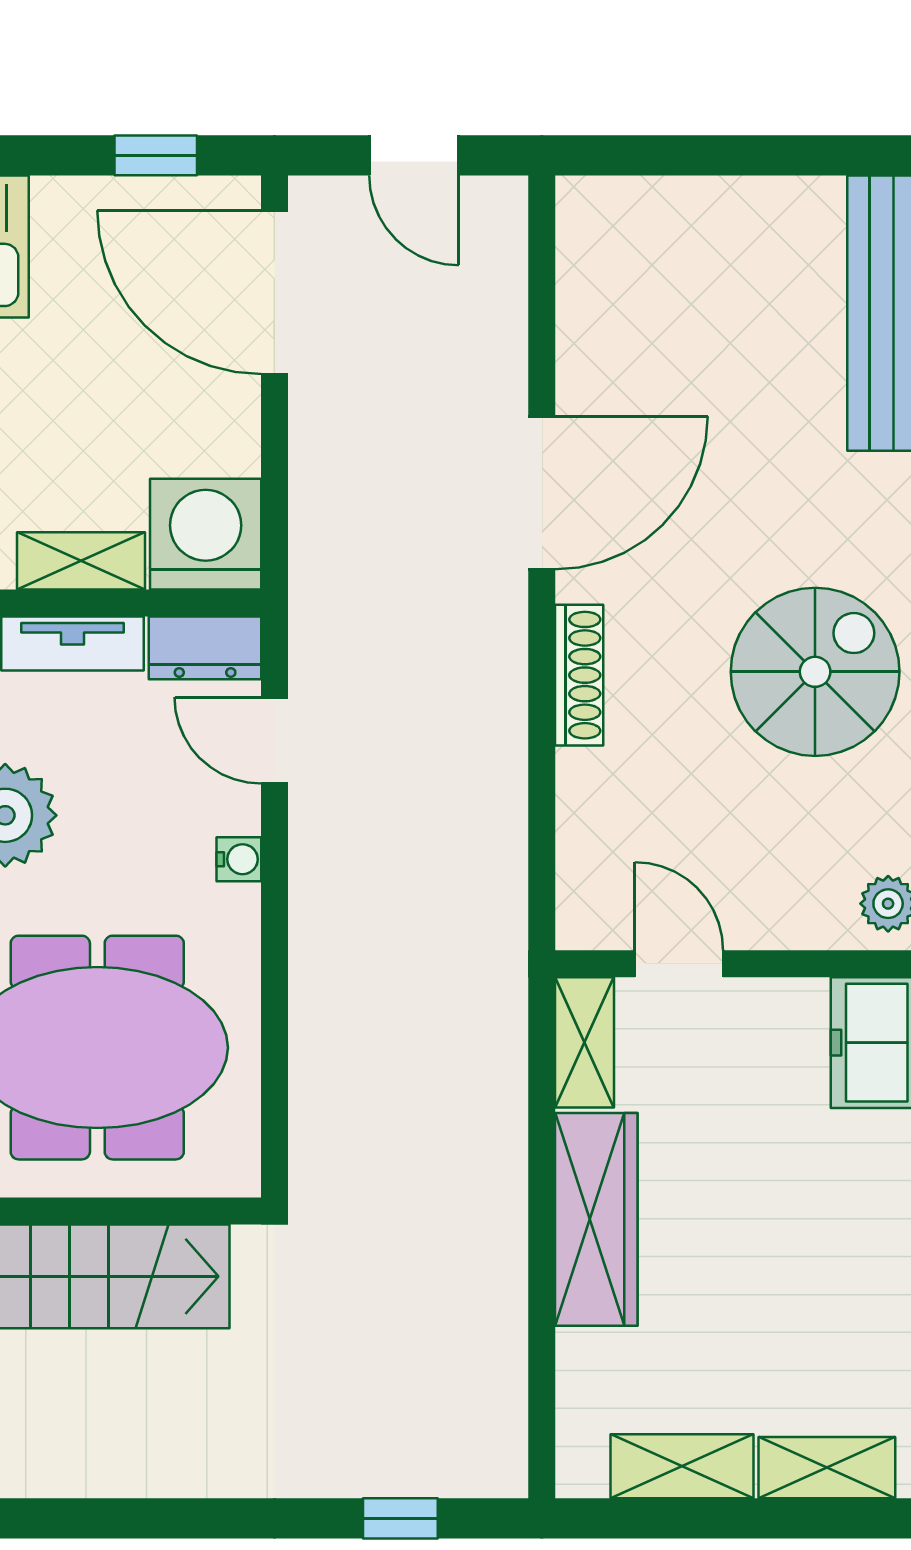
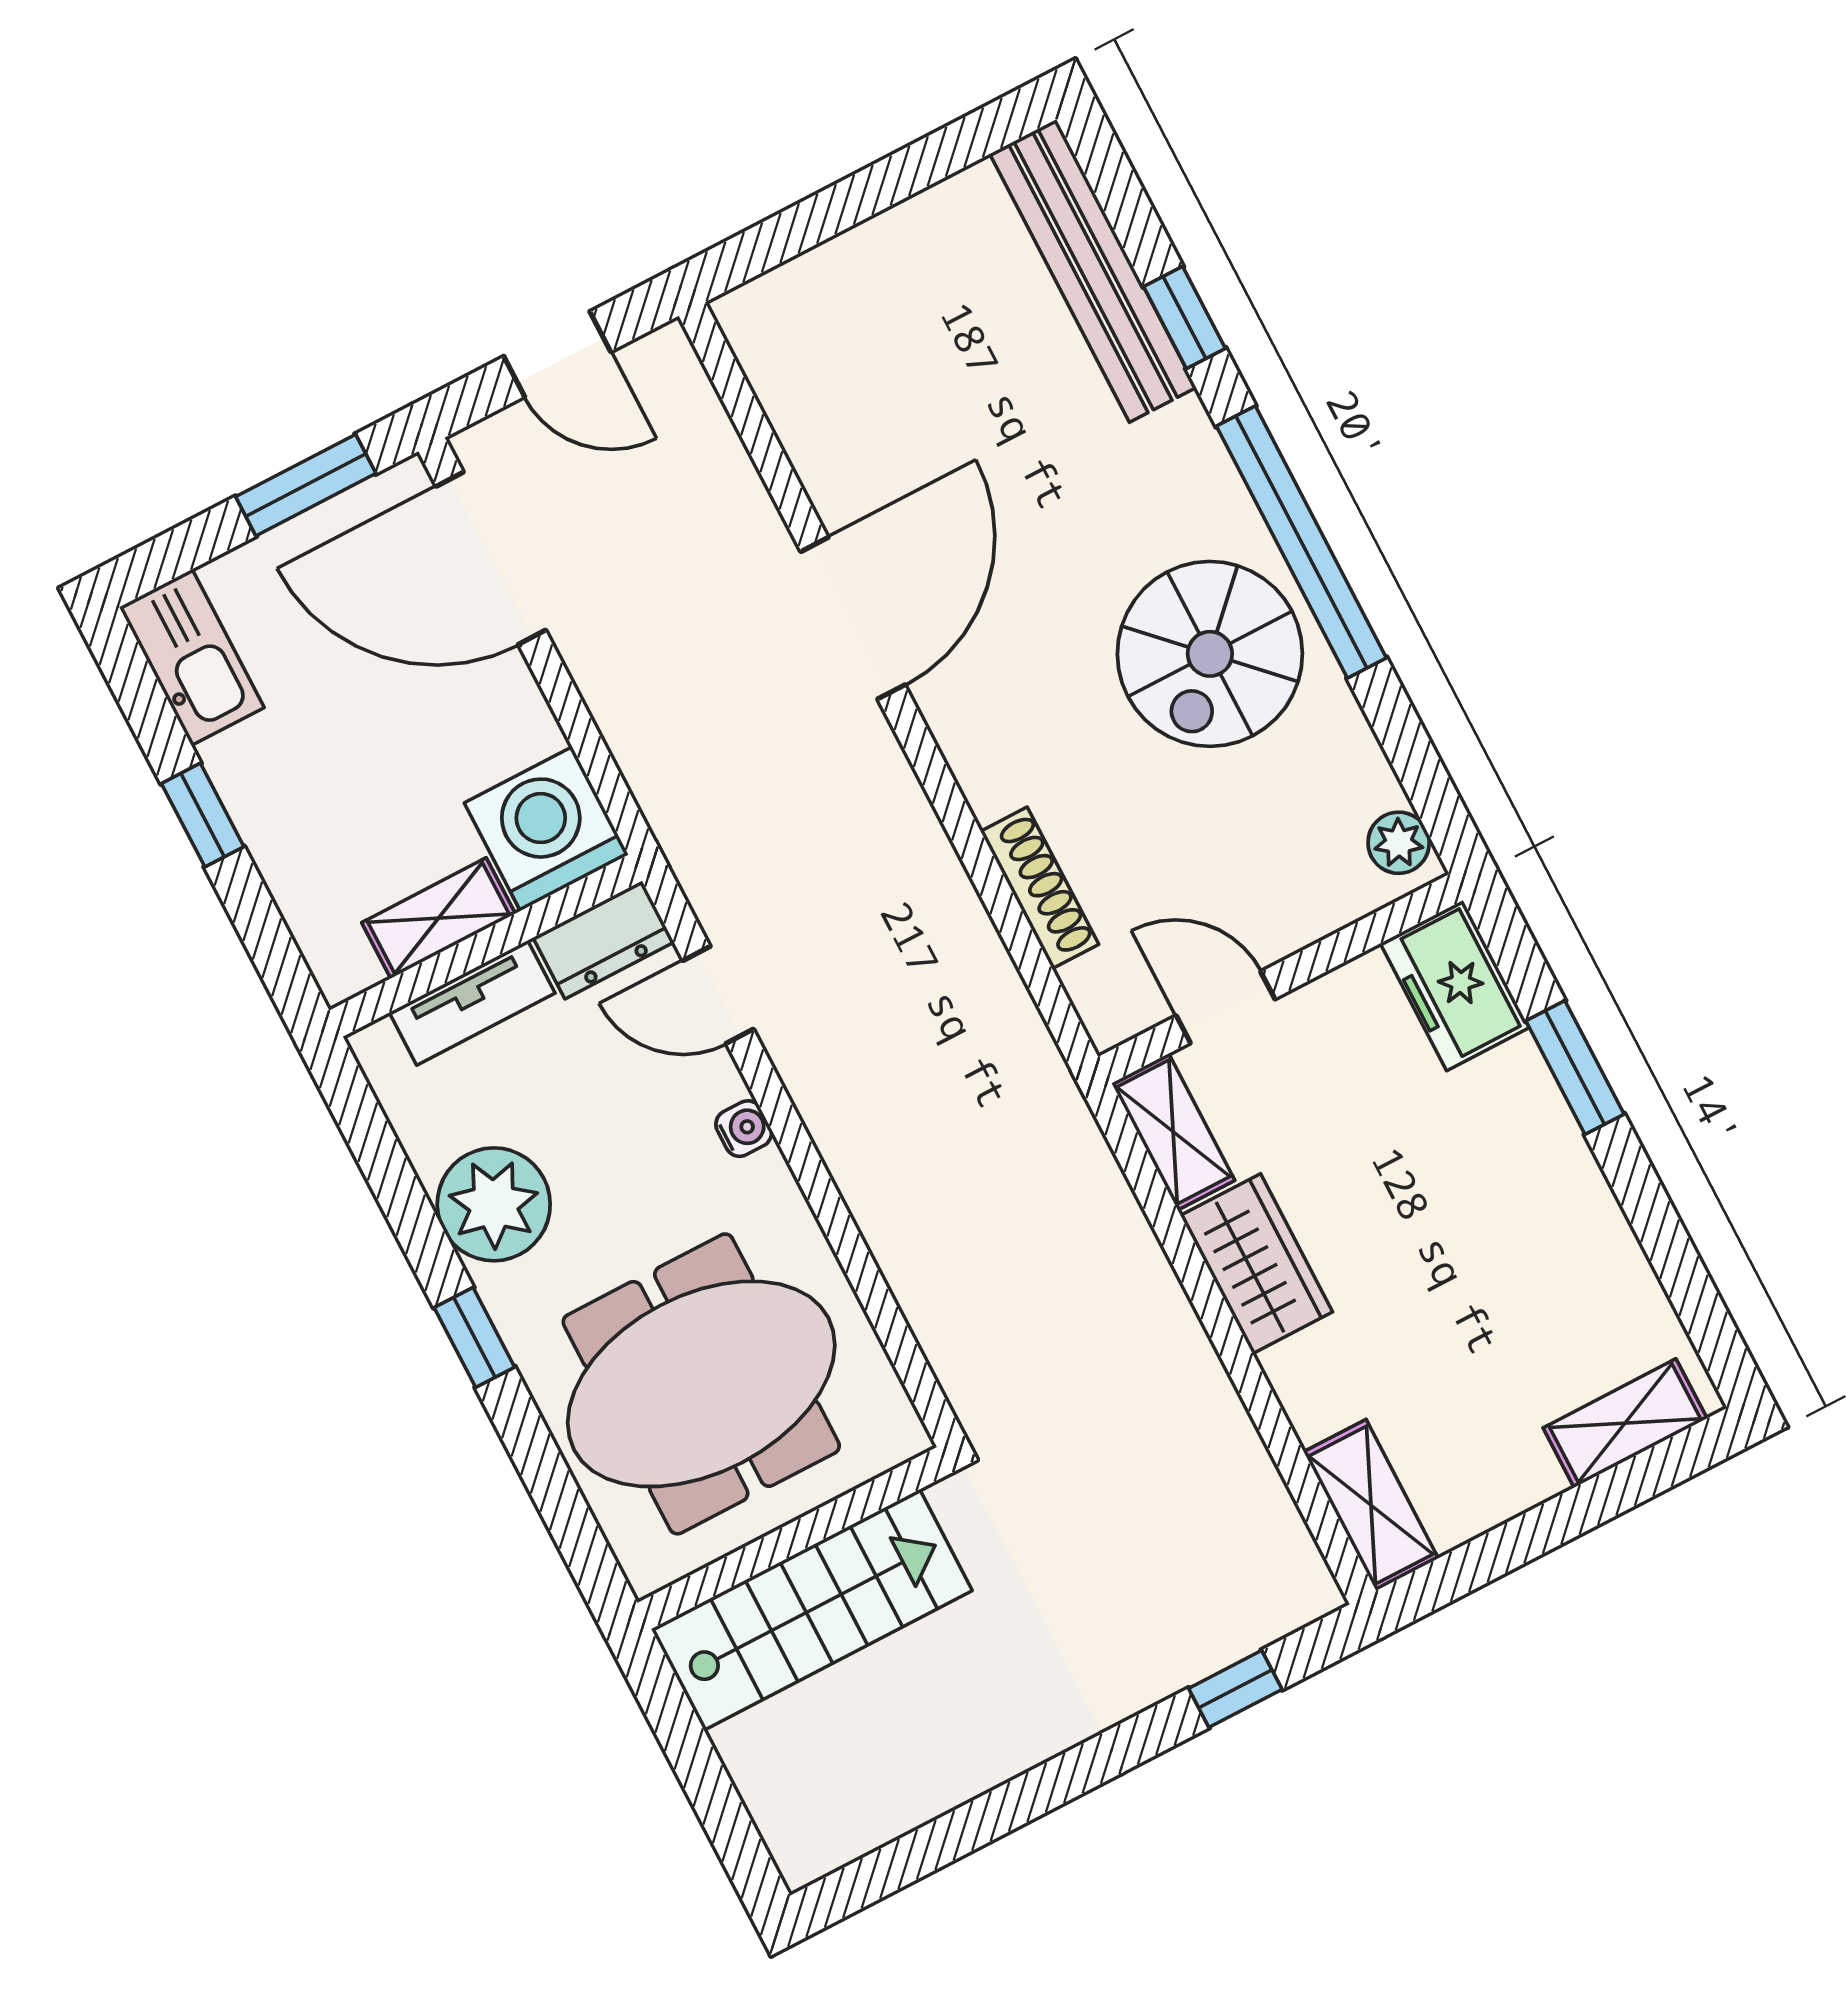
window: (156, 155) -> (306, 485), width x1.50
spiral stairs: (815, 672) -> (1210, 654), turned 180
shoe rack: (579, 675) -> (1040, 888), moved
wardrobe: (596, 1219) -> (1257, 1264), width x0.67
shelving: (682, 1466) -> (1371, 1505), moved, turned 90

